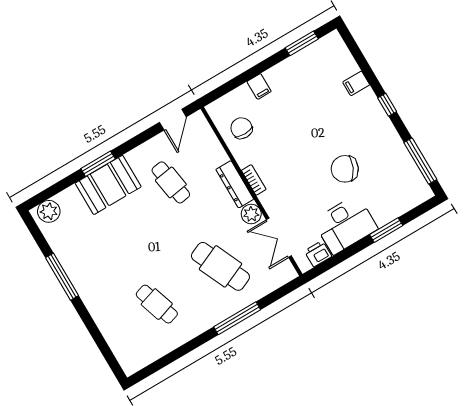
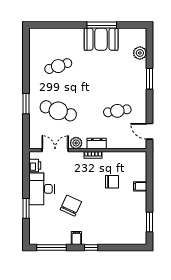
filing cabinet: (356, 83) -> (76, 238), moved
chair: (241, 128) -> (112, 182), moved
dresser: (235, 184) -> (97, 144), width x0.70
booth: (108, 185) -> (101, 39), moved, turned 90
plant: (49, 211) -> (140, 53), moved
cafe table: (220, 266) -> (58, 111), turned 42
window: (237, 318) -> (26, 104), width x0.69

